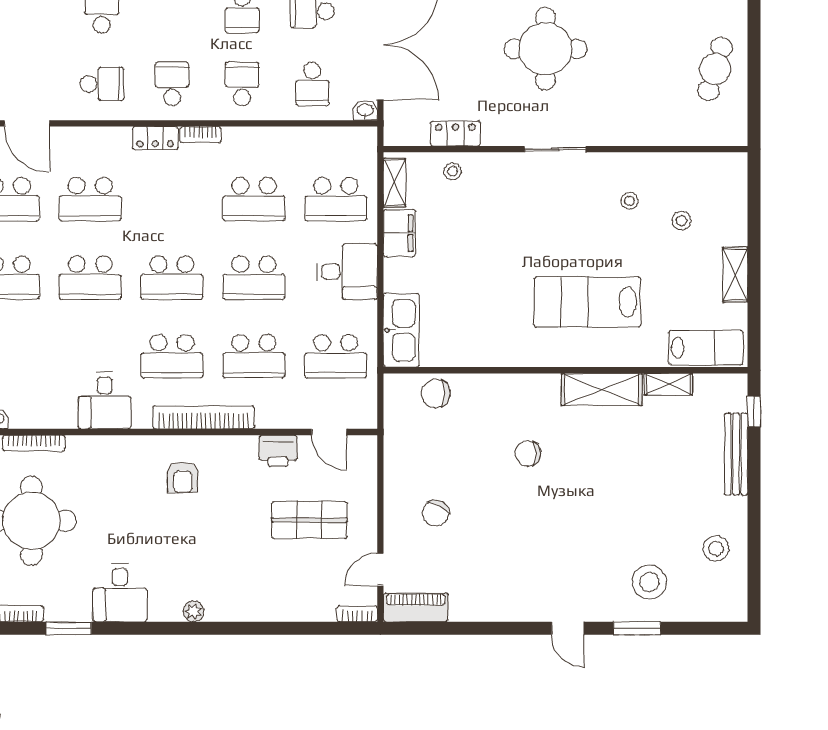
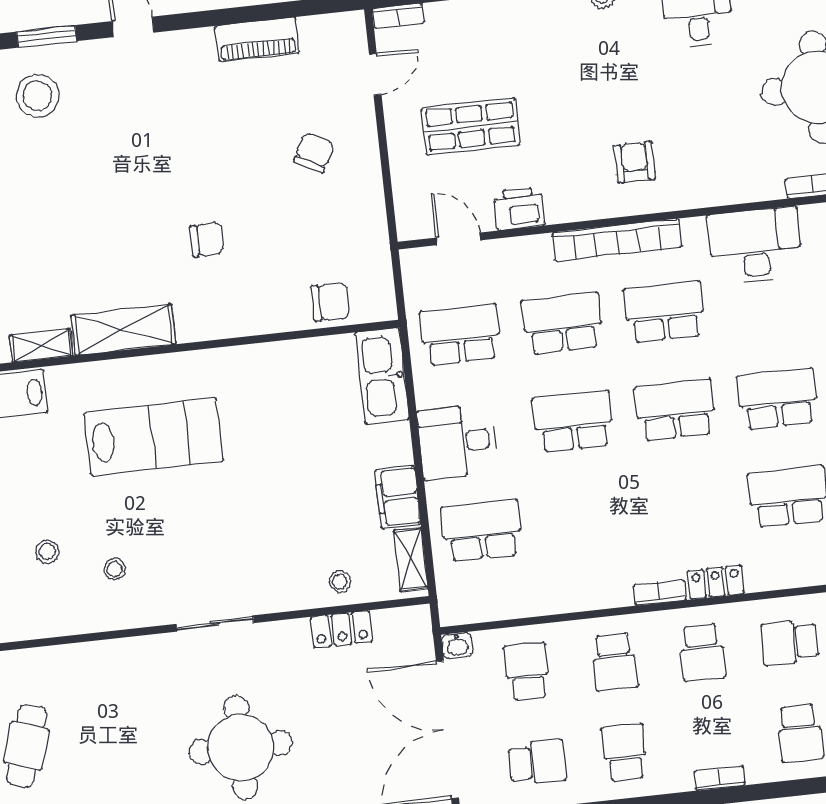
school desk: (254, 199) -> (584, 519), removed
desk: (105, 401) -> (755, 246), width x1.37
piano: (416, 607) -> (257, 40), moved

